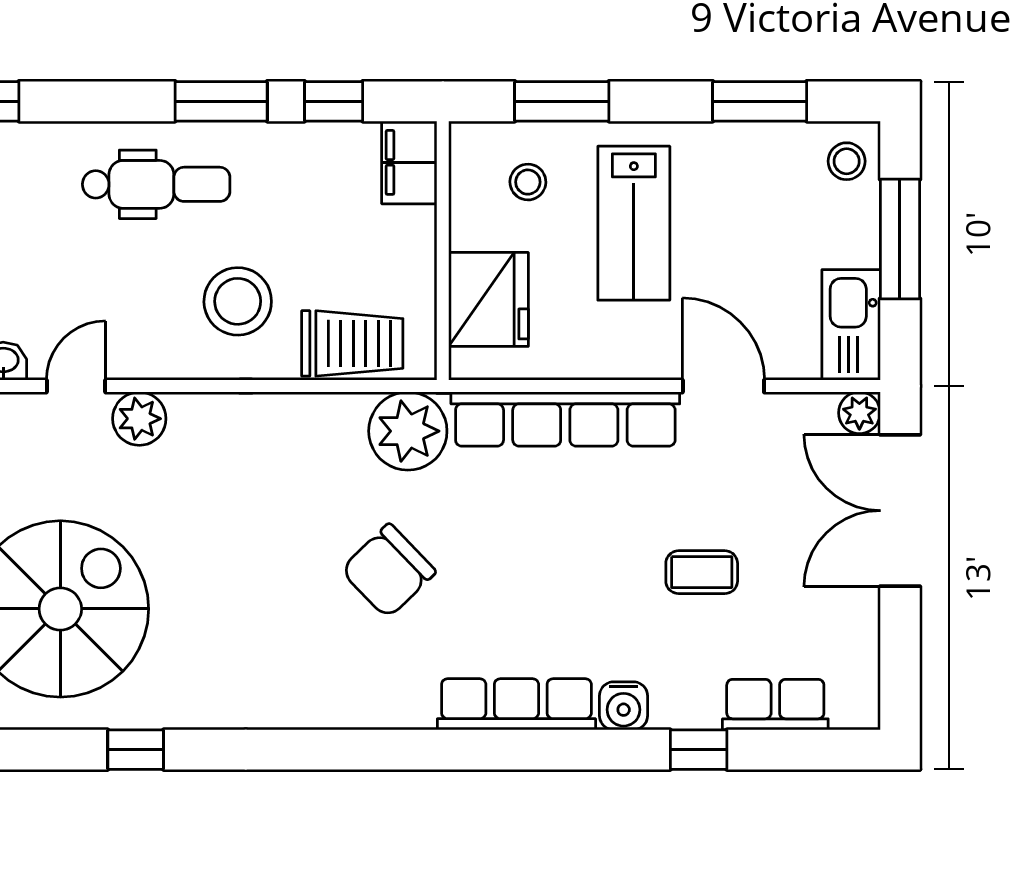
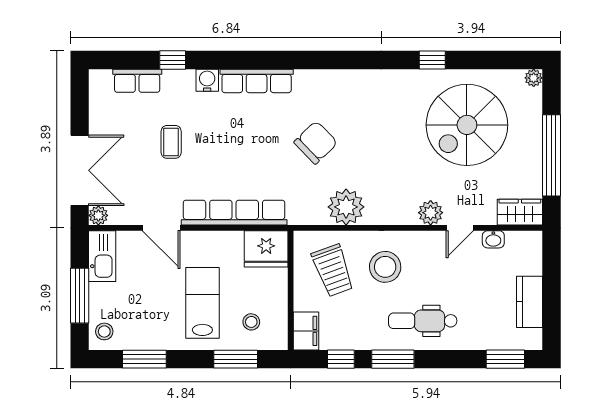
fridge: (489, 299) -> (266, 249), moved, turned -90
trolley: (352, 343) -> (333, 270), moved, turned -110
plant: (408, 431) -> (346, 207), moved
coffee table: (702, 572) -> (171, 142), turned 90

